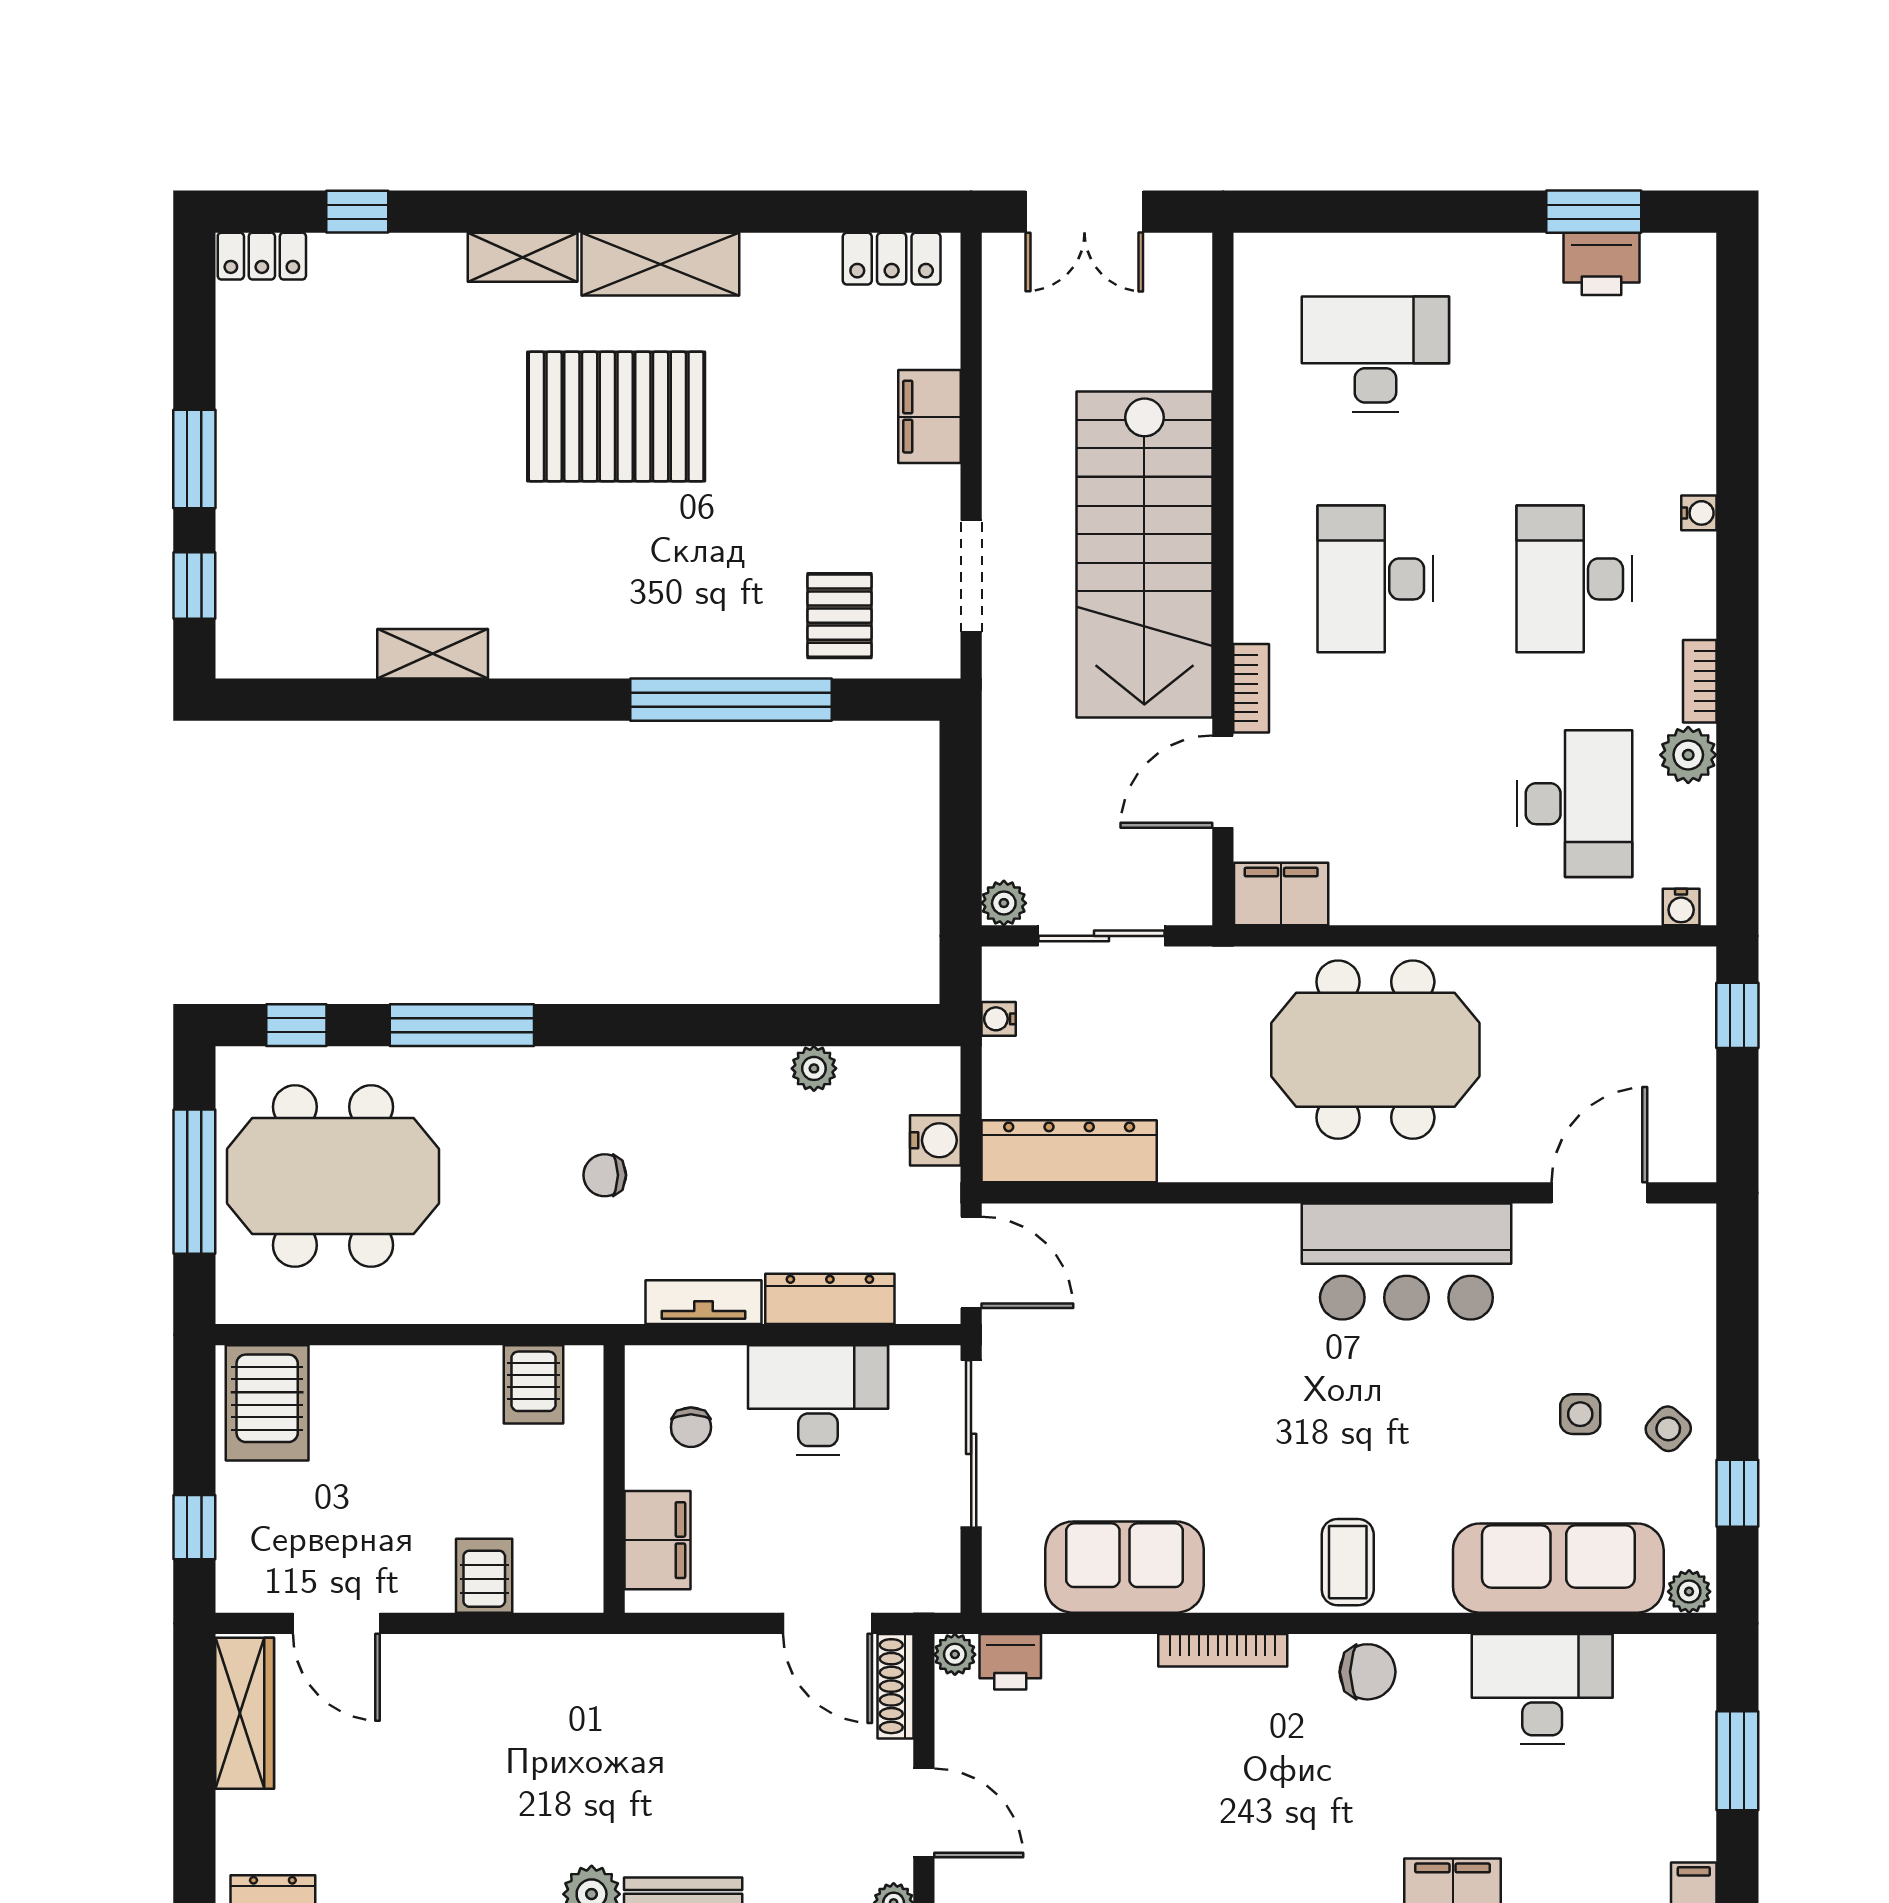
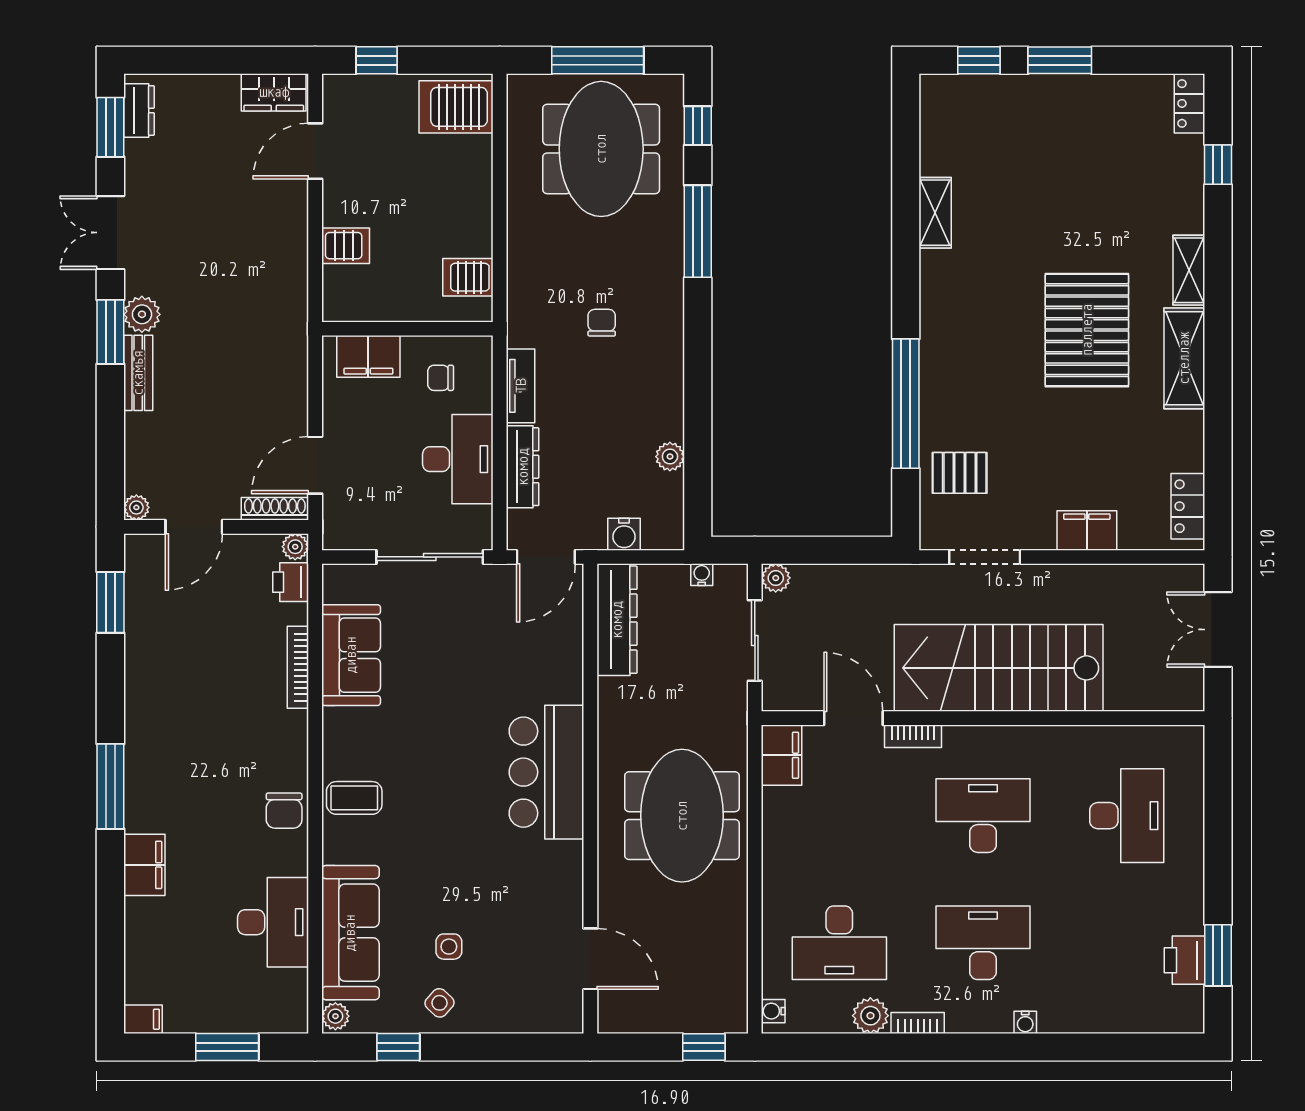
bar counter: (1406, 1262) -> (546, 772), moved
bookcase: (1223, 1650) -> (298, 667), moved
wardrobe: (245, 1713) -> (274, 92), width x0.67

